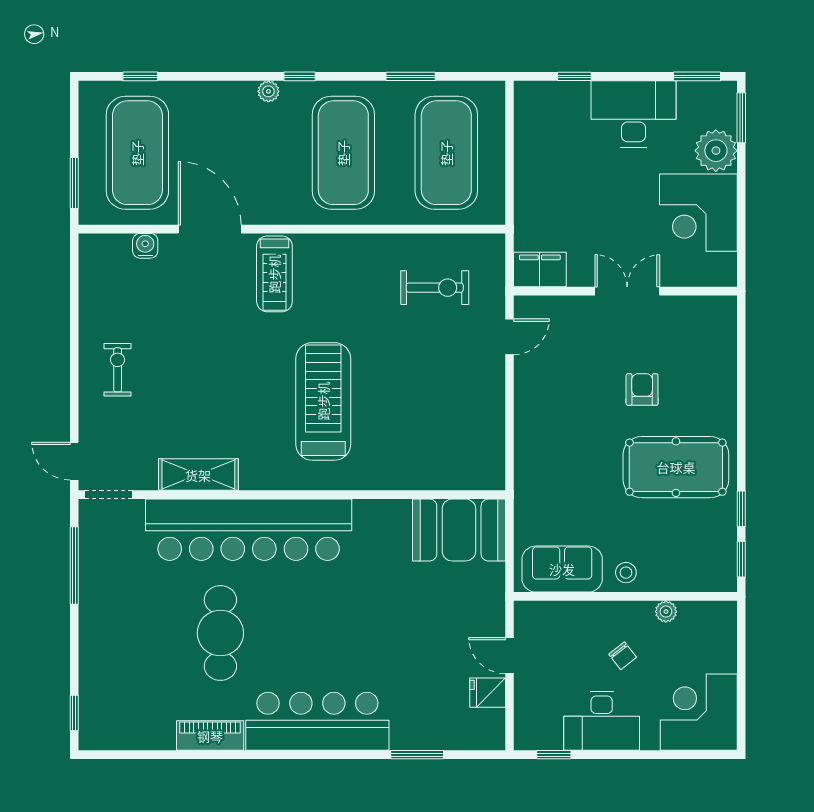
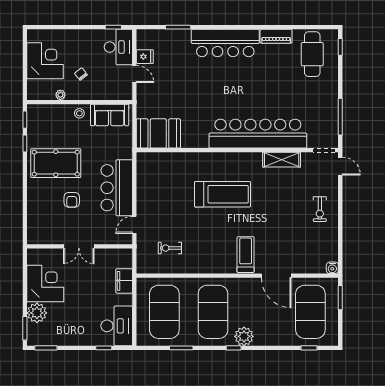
plant: (268, 91) -> (244, 336), width x1.87, depth x1.87
desk: (634, 114) -> (117, 326), moved, turned -90
water cooler: (145, 246) -> (332, 268), moved
filing cabinet: (540, 270) -> (124, 281), moved, turned 90
exercise bike: (435, 288) -> (170, 248), width x0.73, depth x0.72
treadmill: (323, 401) -> (223, 194), turned -90
bar counter: (547, 415) -> (117, 188), added
cafe table: (220, 633) -> (312, 54), moved
corner desk: (699, 712) -> (45, 61), moved, turned -90
desk: (602, 721) -> (118, 47), moved, turned 90

